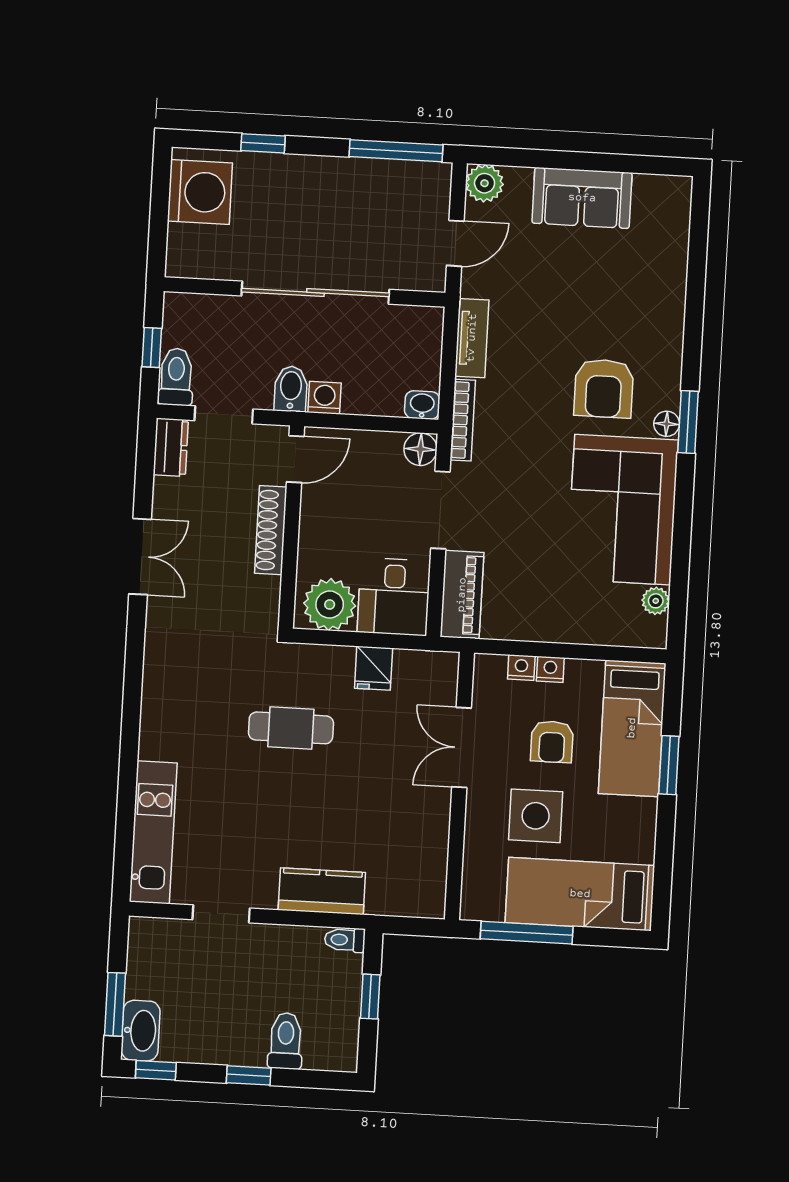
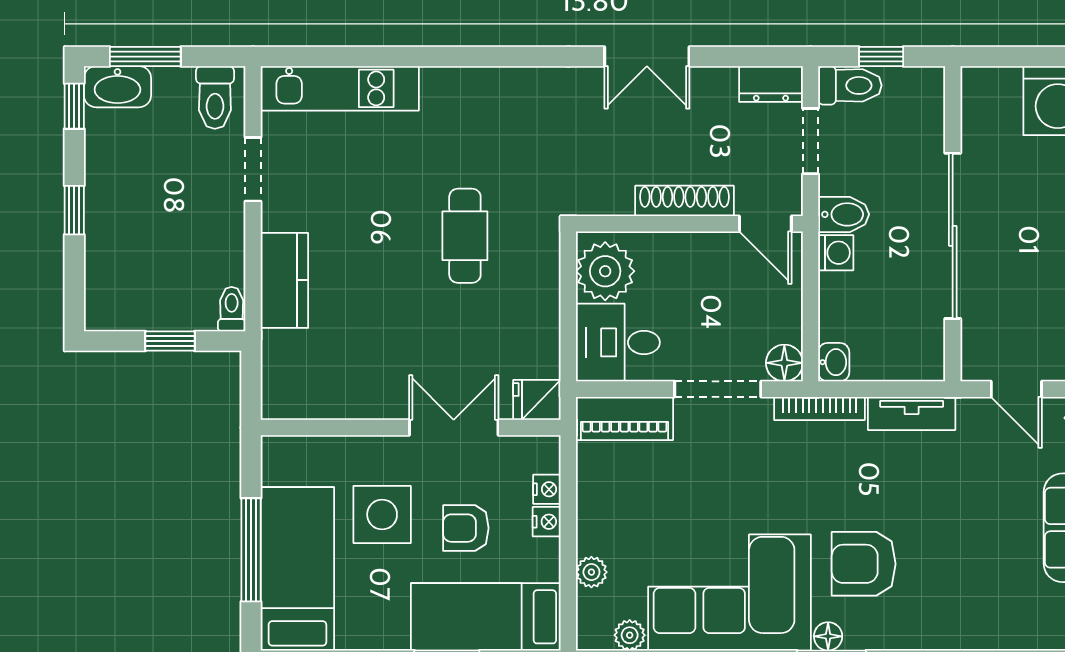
plant: (597, 632) -> (591, 572), added
fridge: (374, 668) -> (537, 400), moved
window: (527, 933) -> (251, 550), moved
toilet: (286, 1041) -> (215, 97), moved, turned 90

